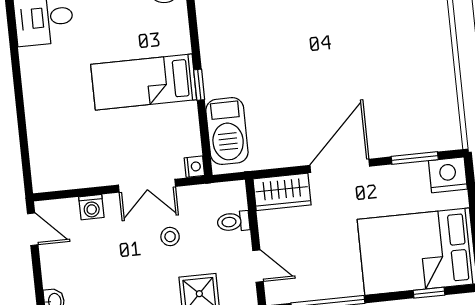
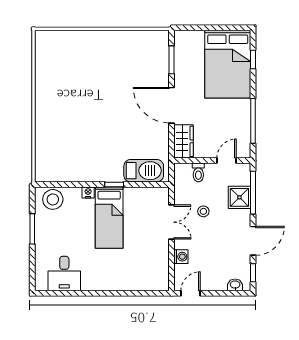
nightstand: (194, 167) -> (88, 192), moved
nightstand: (448, 175) -> (184, 41), removed

